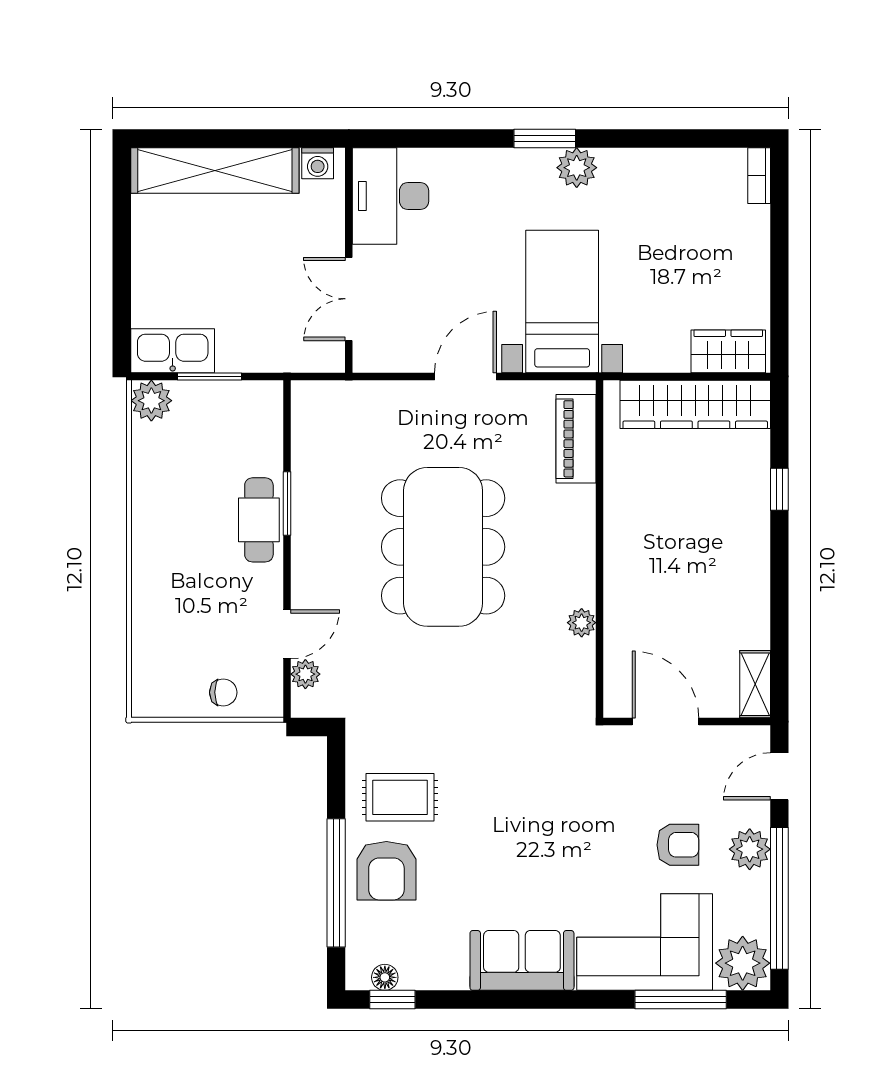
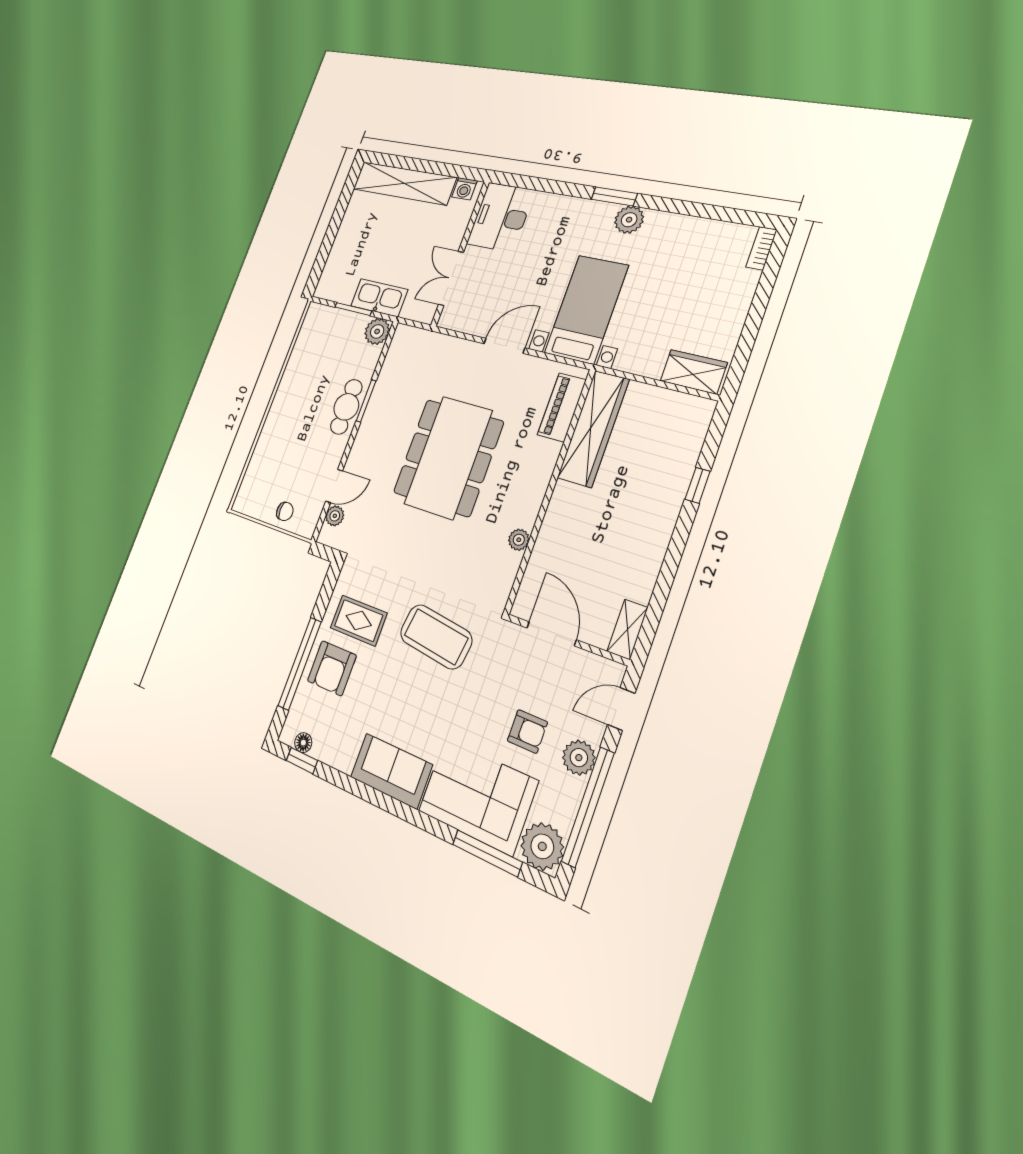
kitchen sink: (173, 351) -> (379, 298), moved
plant: (151, 401) -> (377, 331), moved
wardrobe: (695, 404) -> (593, 429), moved, turned -90
coffee table: (517, 779) -> (436, 637), added

